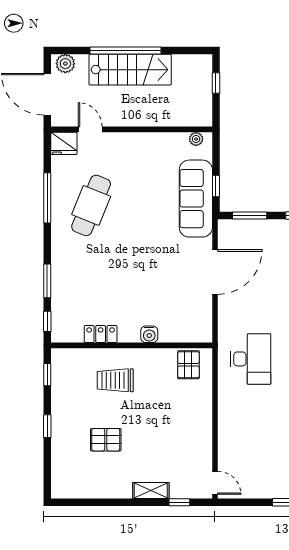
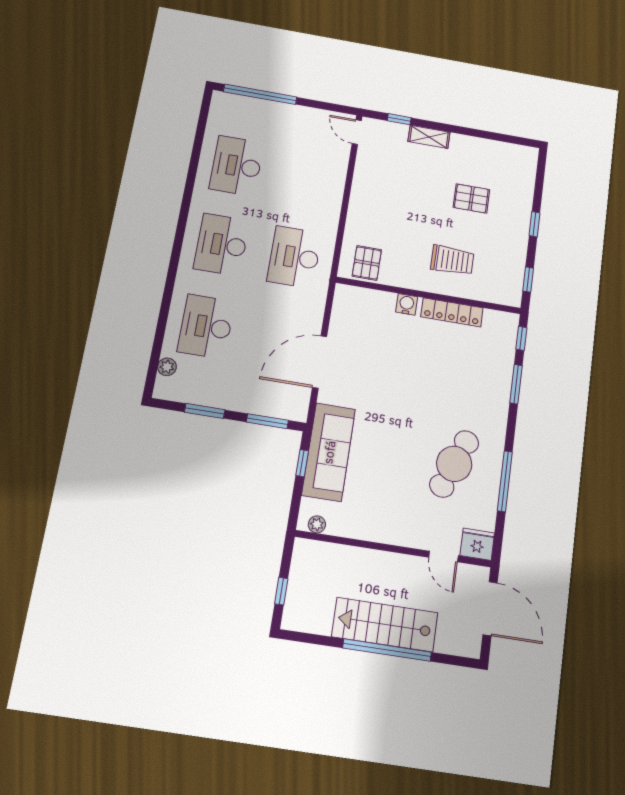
plant: (65, 64) -> (463, 644), removed
locker: (101, 334) -> (452, 312), width x1.53

